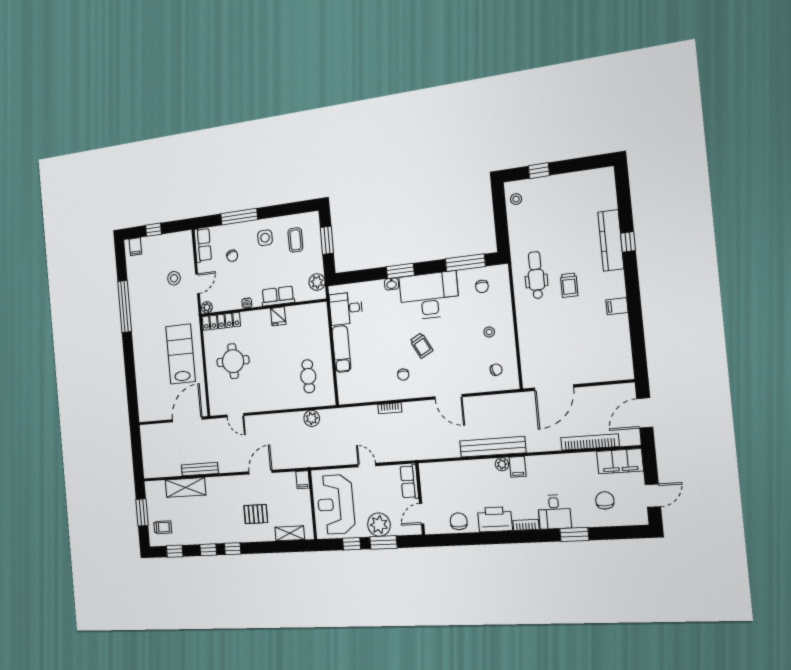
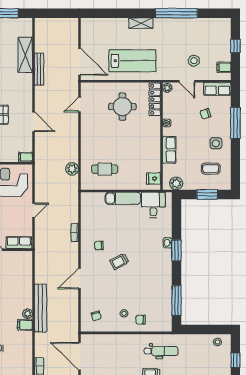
filing cabinet: (135, 247) -> (224, 67), moved
chair: (482, 286) -> (141, 320), moved
desk: (429, 296) -> (156, 271), removed
fridge: (278, 316) -> (153, 179), moved
shelving: (139, 348) -> (141, 23), added

